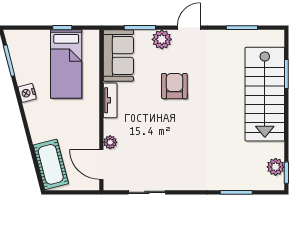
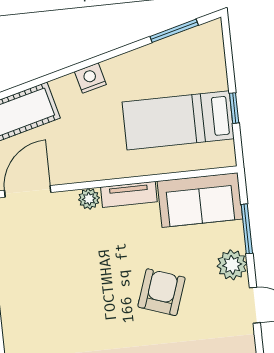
armchair: (174, 86) -> (161, 292), turned -71
nightstand: (27, 93) -> (90, 78), moved
plant: (110, 142) -> (89, 199), moved

